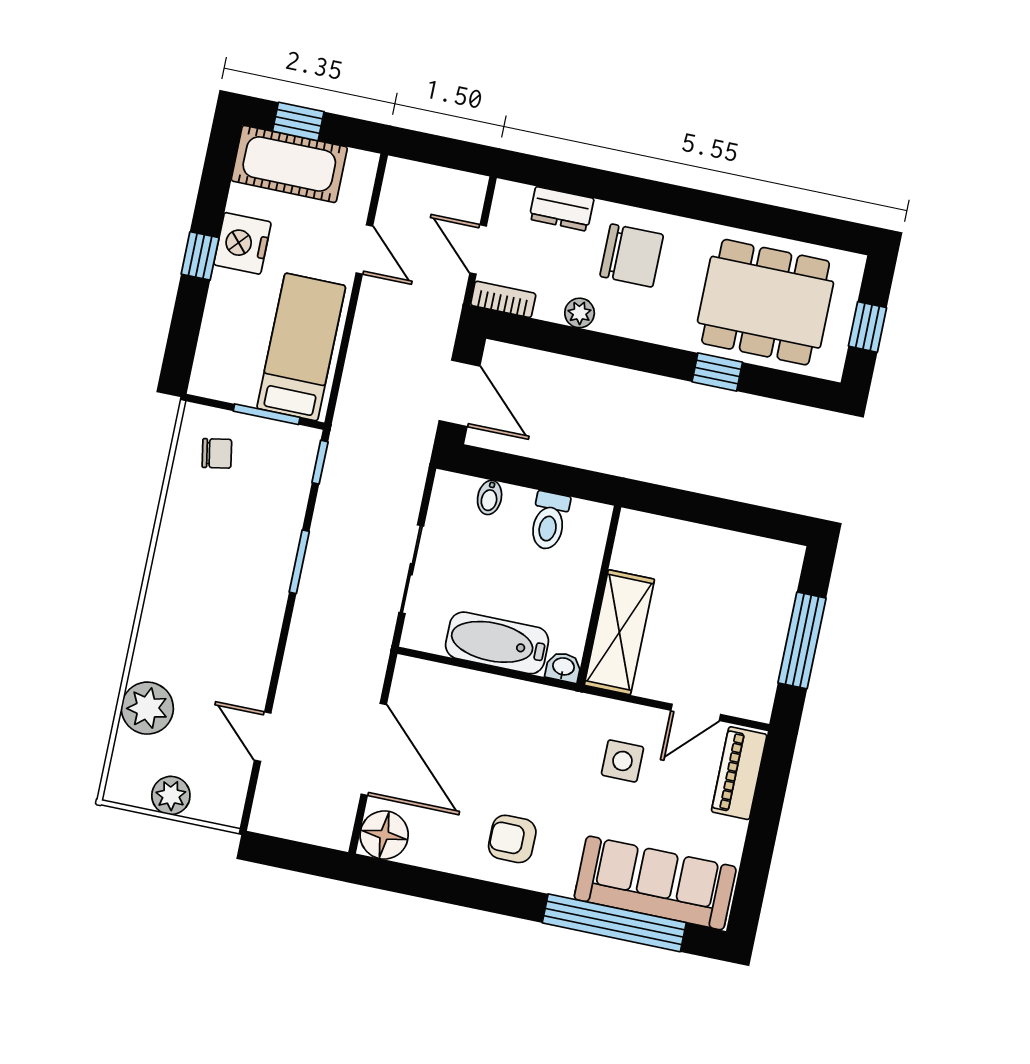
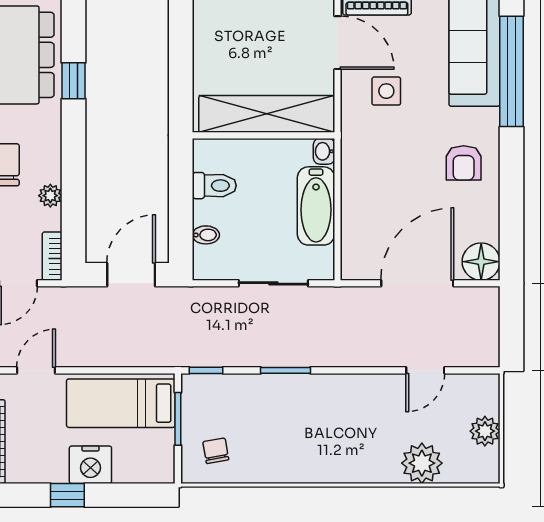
nightstand: (242, 243) -> (90, 465), moved
shelving: (619, 632) -> (267, 114), width x1.47
door: (696, 712) -> (337, 43), width x1.38

